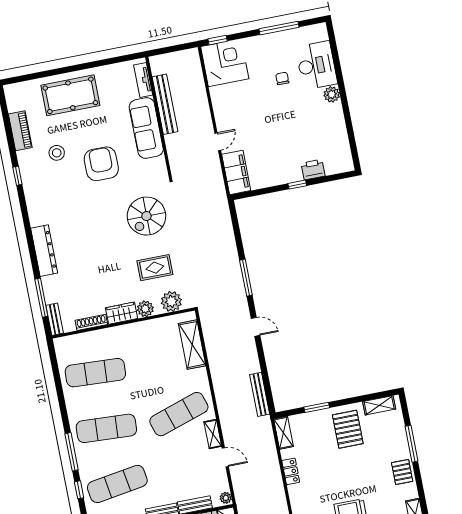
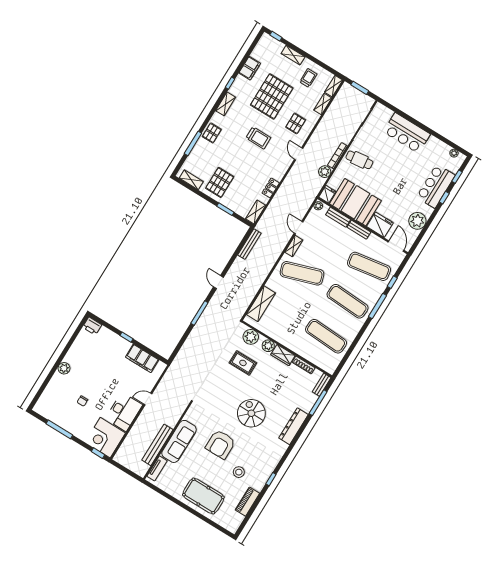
desk: (316, 65) -> (124, 412), moved, turned 180
printer: (313, 170) -> (92, 326), moved
filing cabinet: (236, 172) -> (142, 358), moved, turned -90
spiral stairs: (146, 216) -> (251, 413), moved, turned -90

